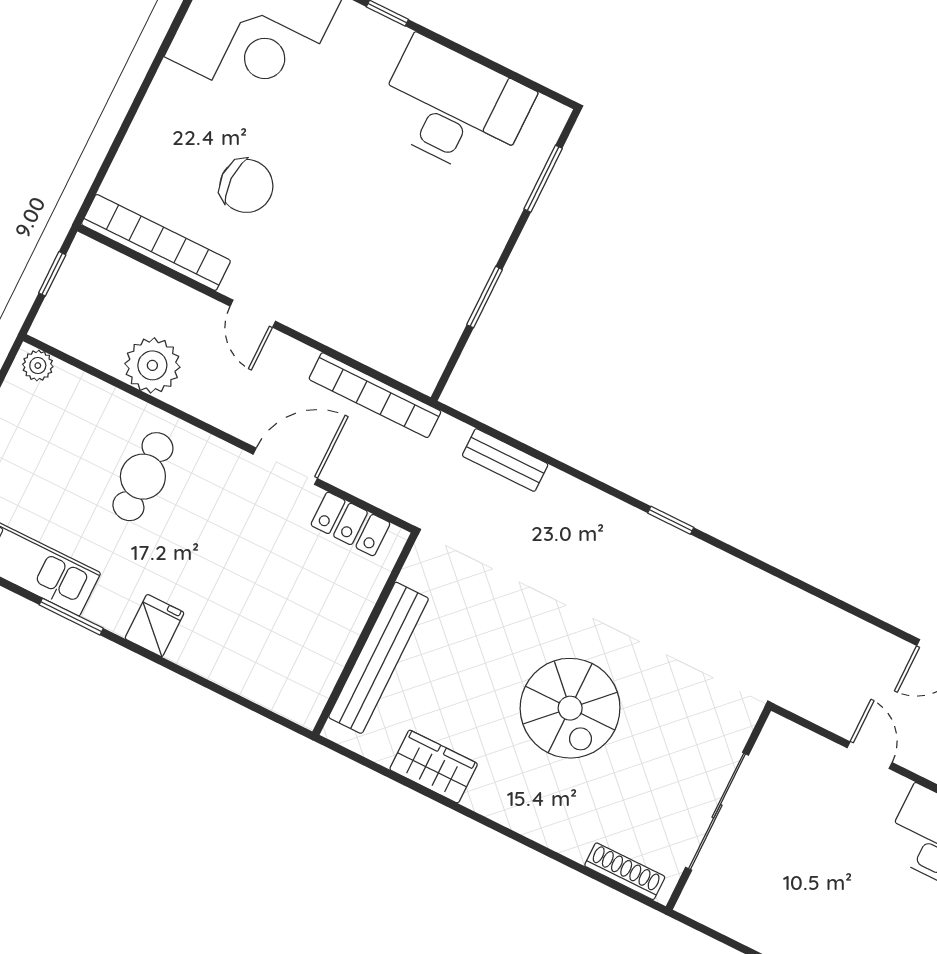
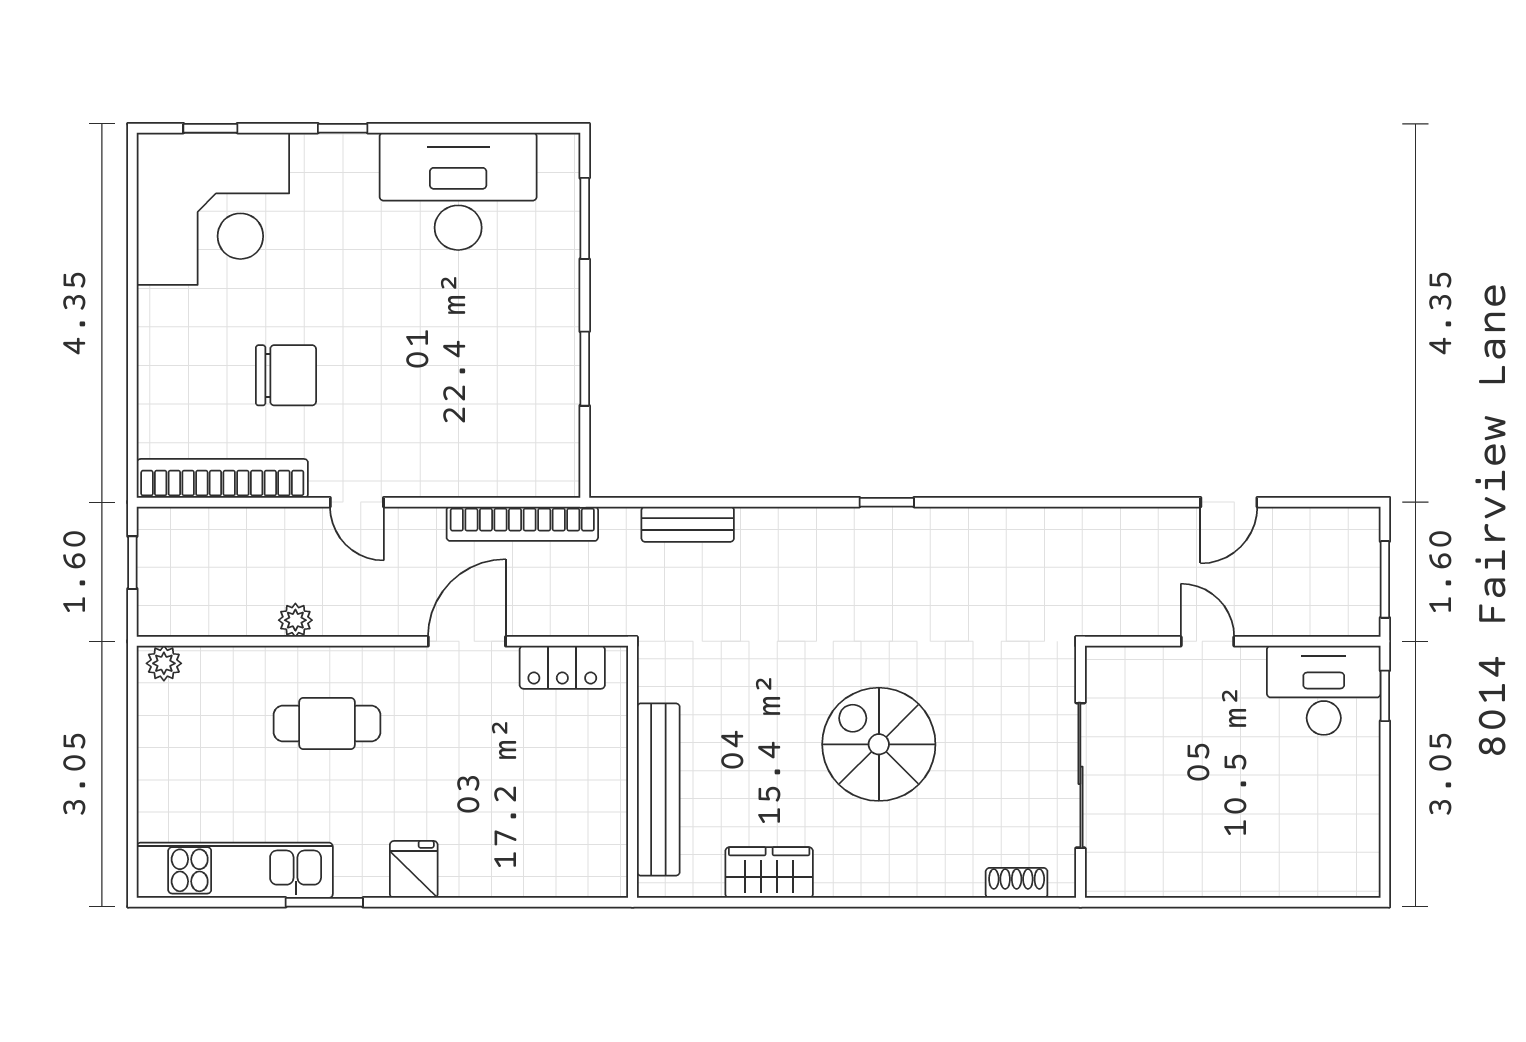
plant: (152, 365) -> (295, 620), width x0.53, depth x0.53
cafe table: (143, 477) -> (327, 723), turned 90
spiral stairs: (570, 708) -> (879, 744), turned 180
shoe rack: (625, 871) -> (1017, 883), width x0.70

